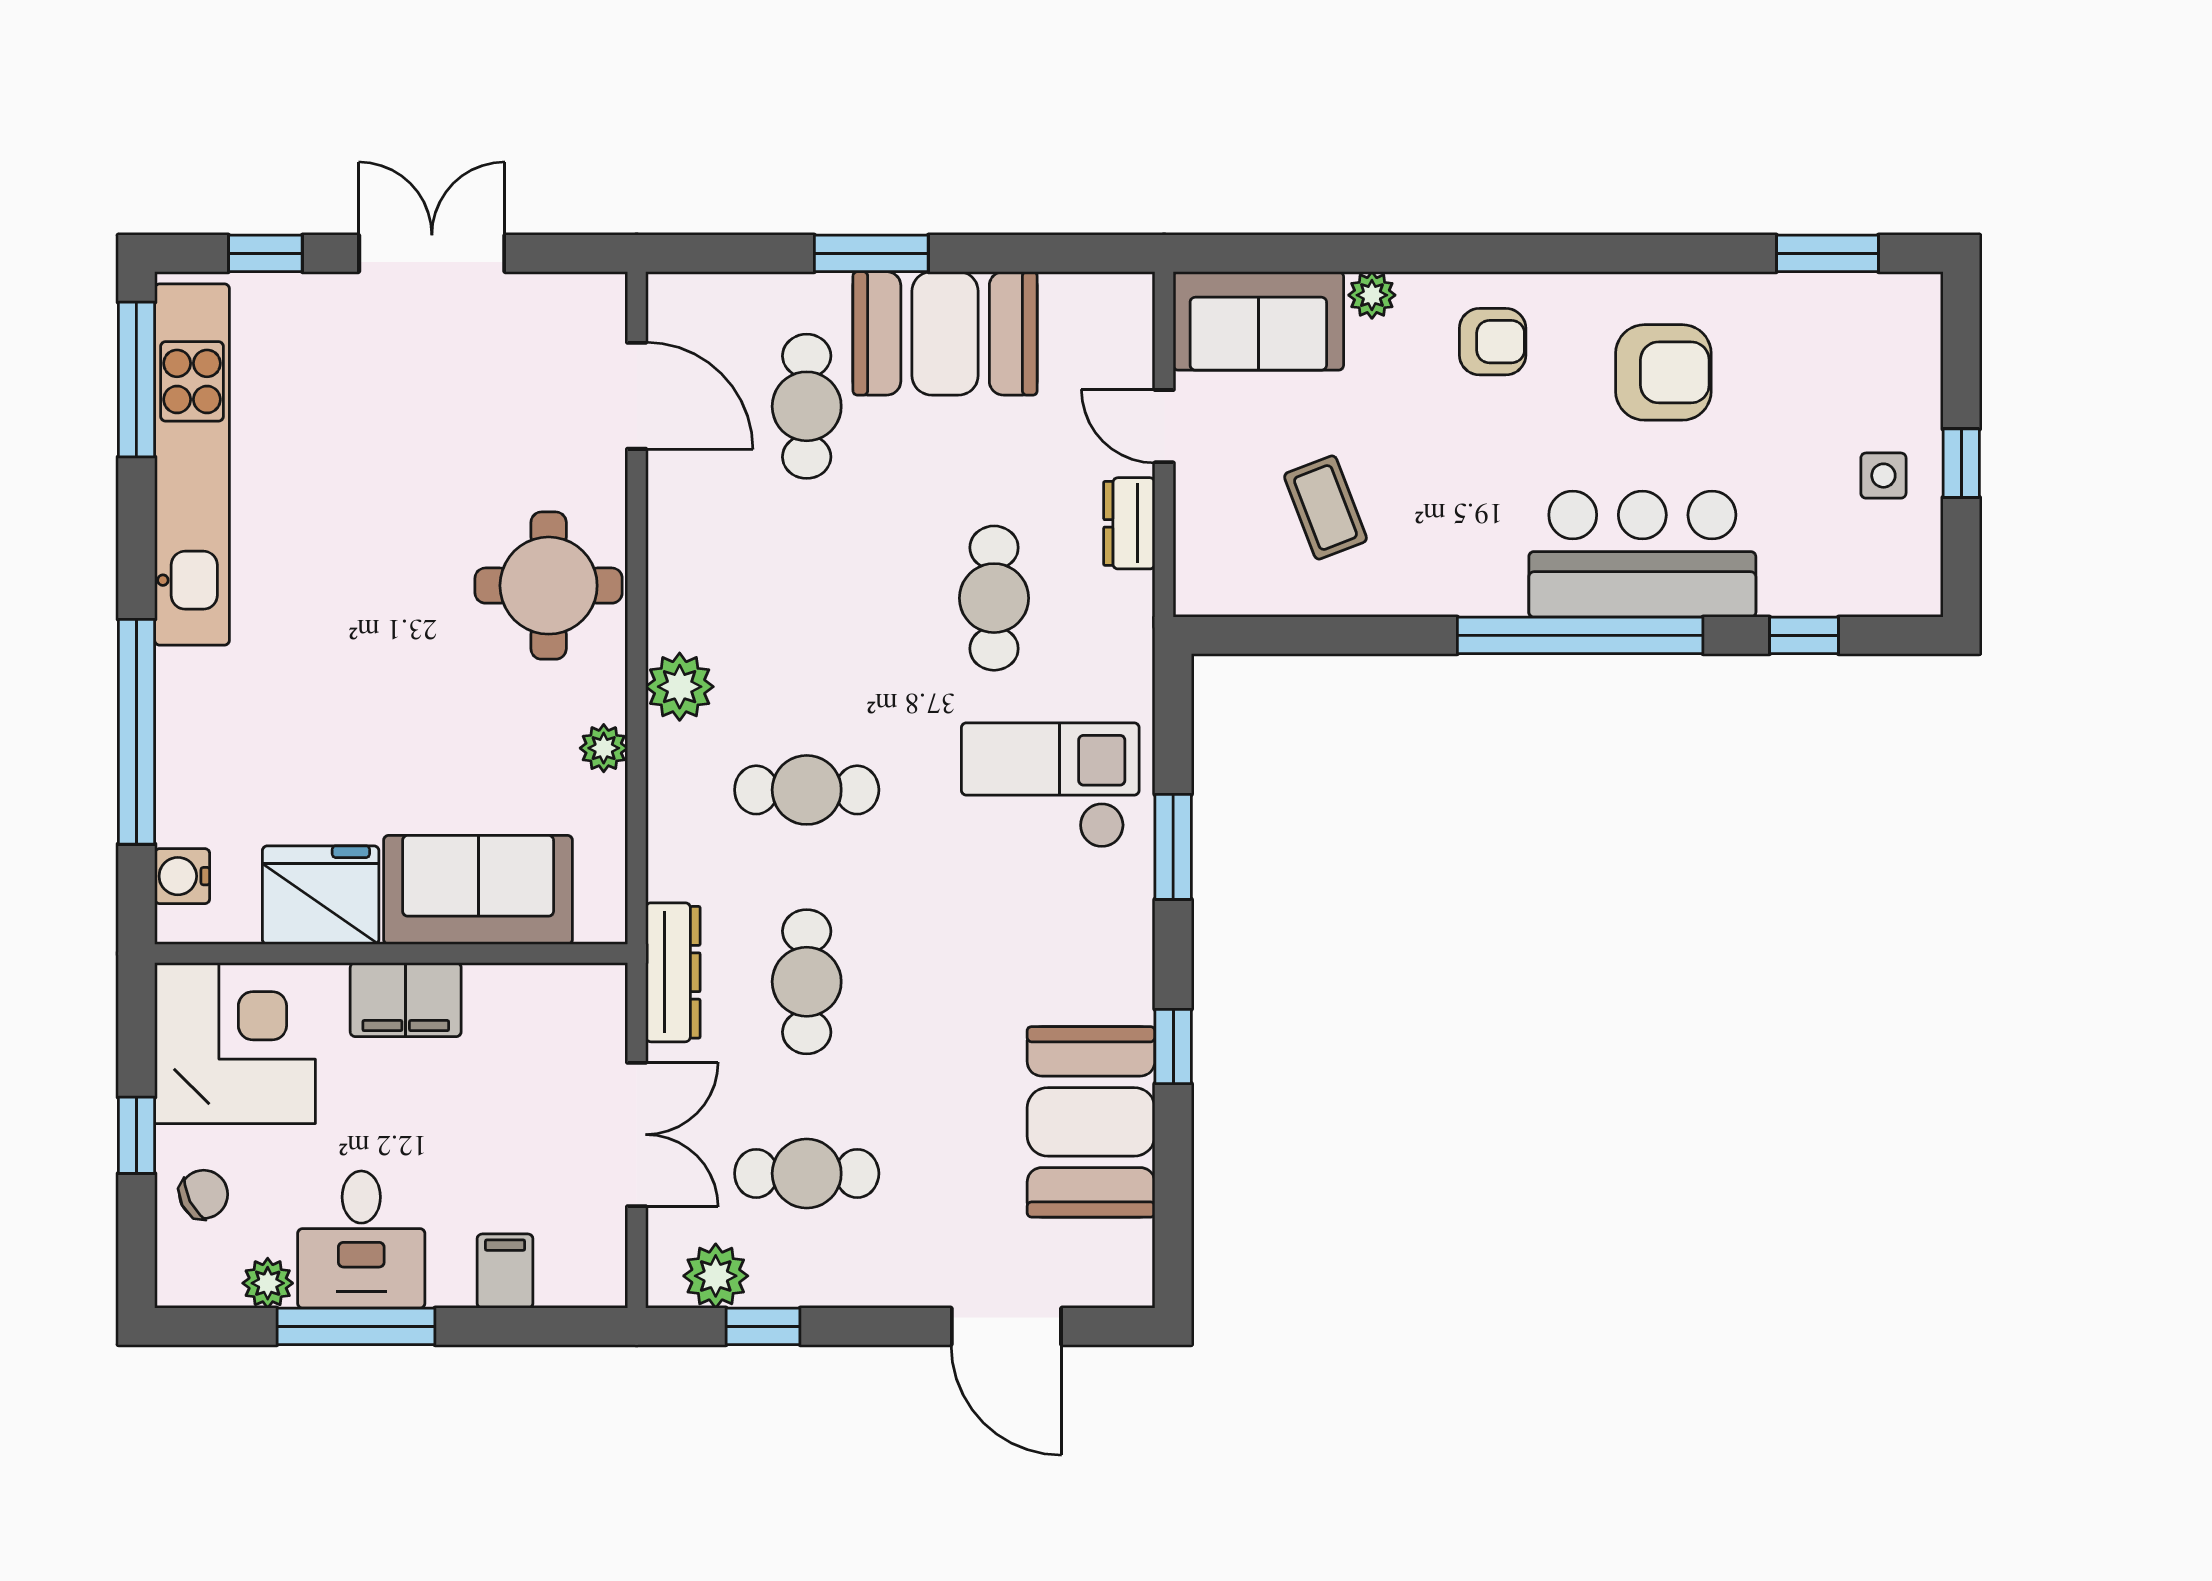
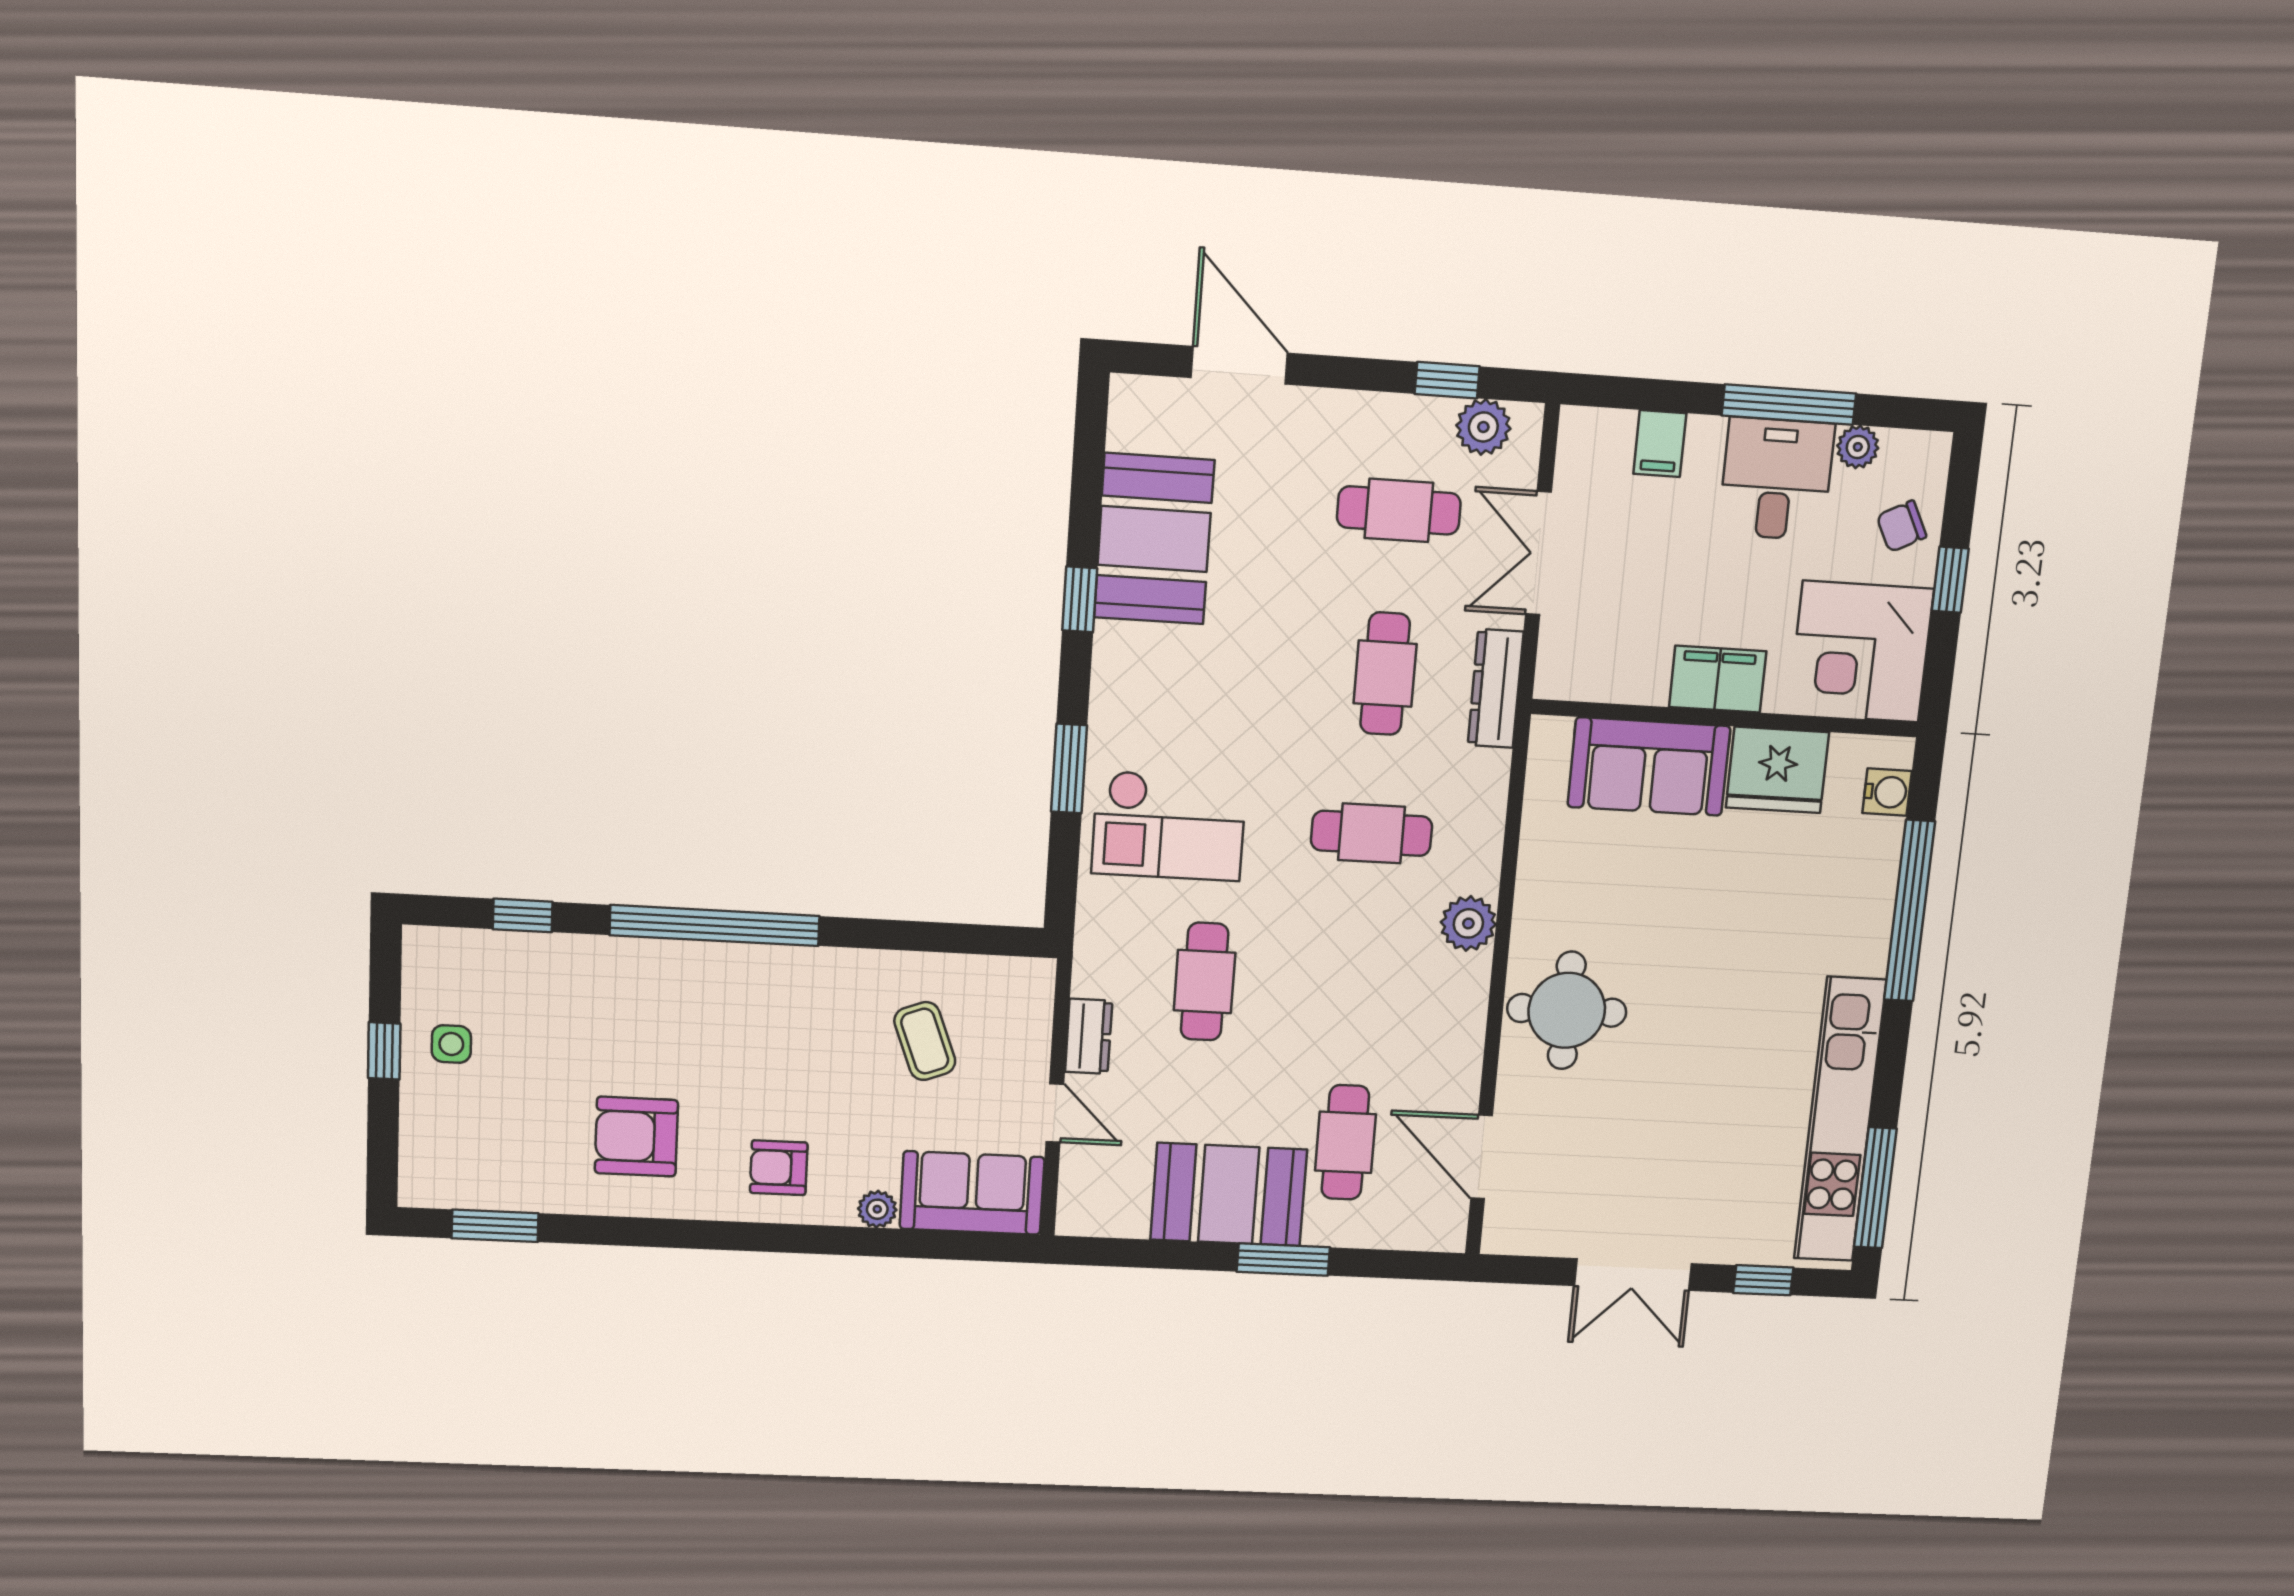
bar counter: (1642, 554) -> (659, 990), removed
plant: (604, 748) -> (1535, 877), removed

